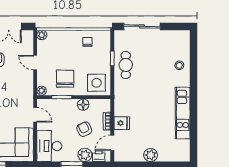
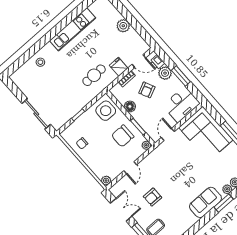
cafe table: (126, 65) -> (94, 75), moved

